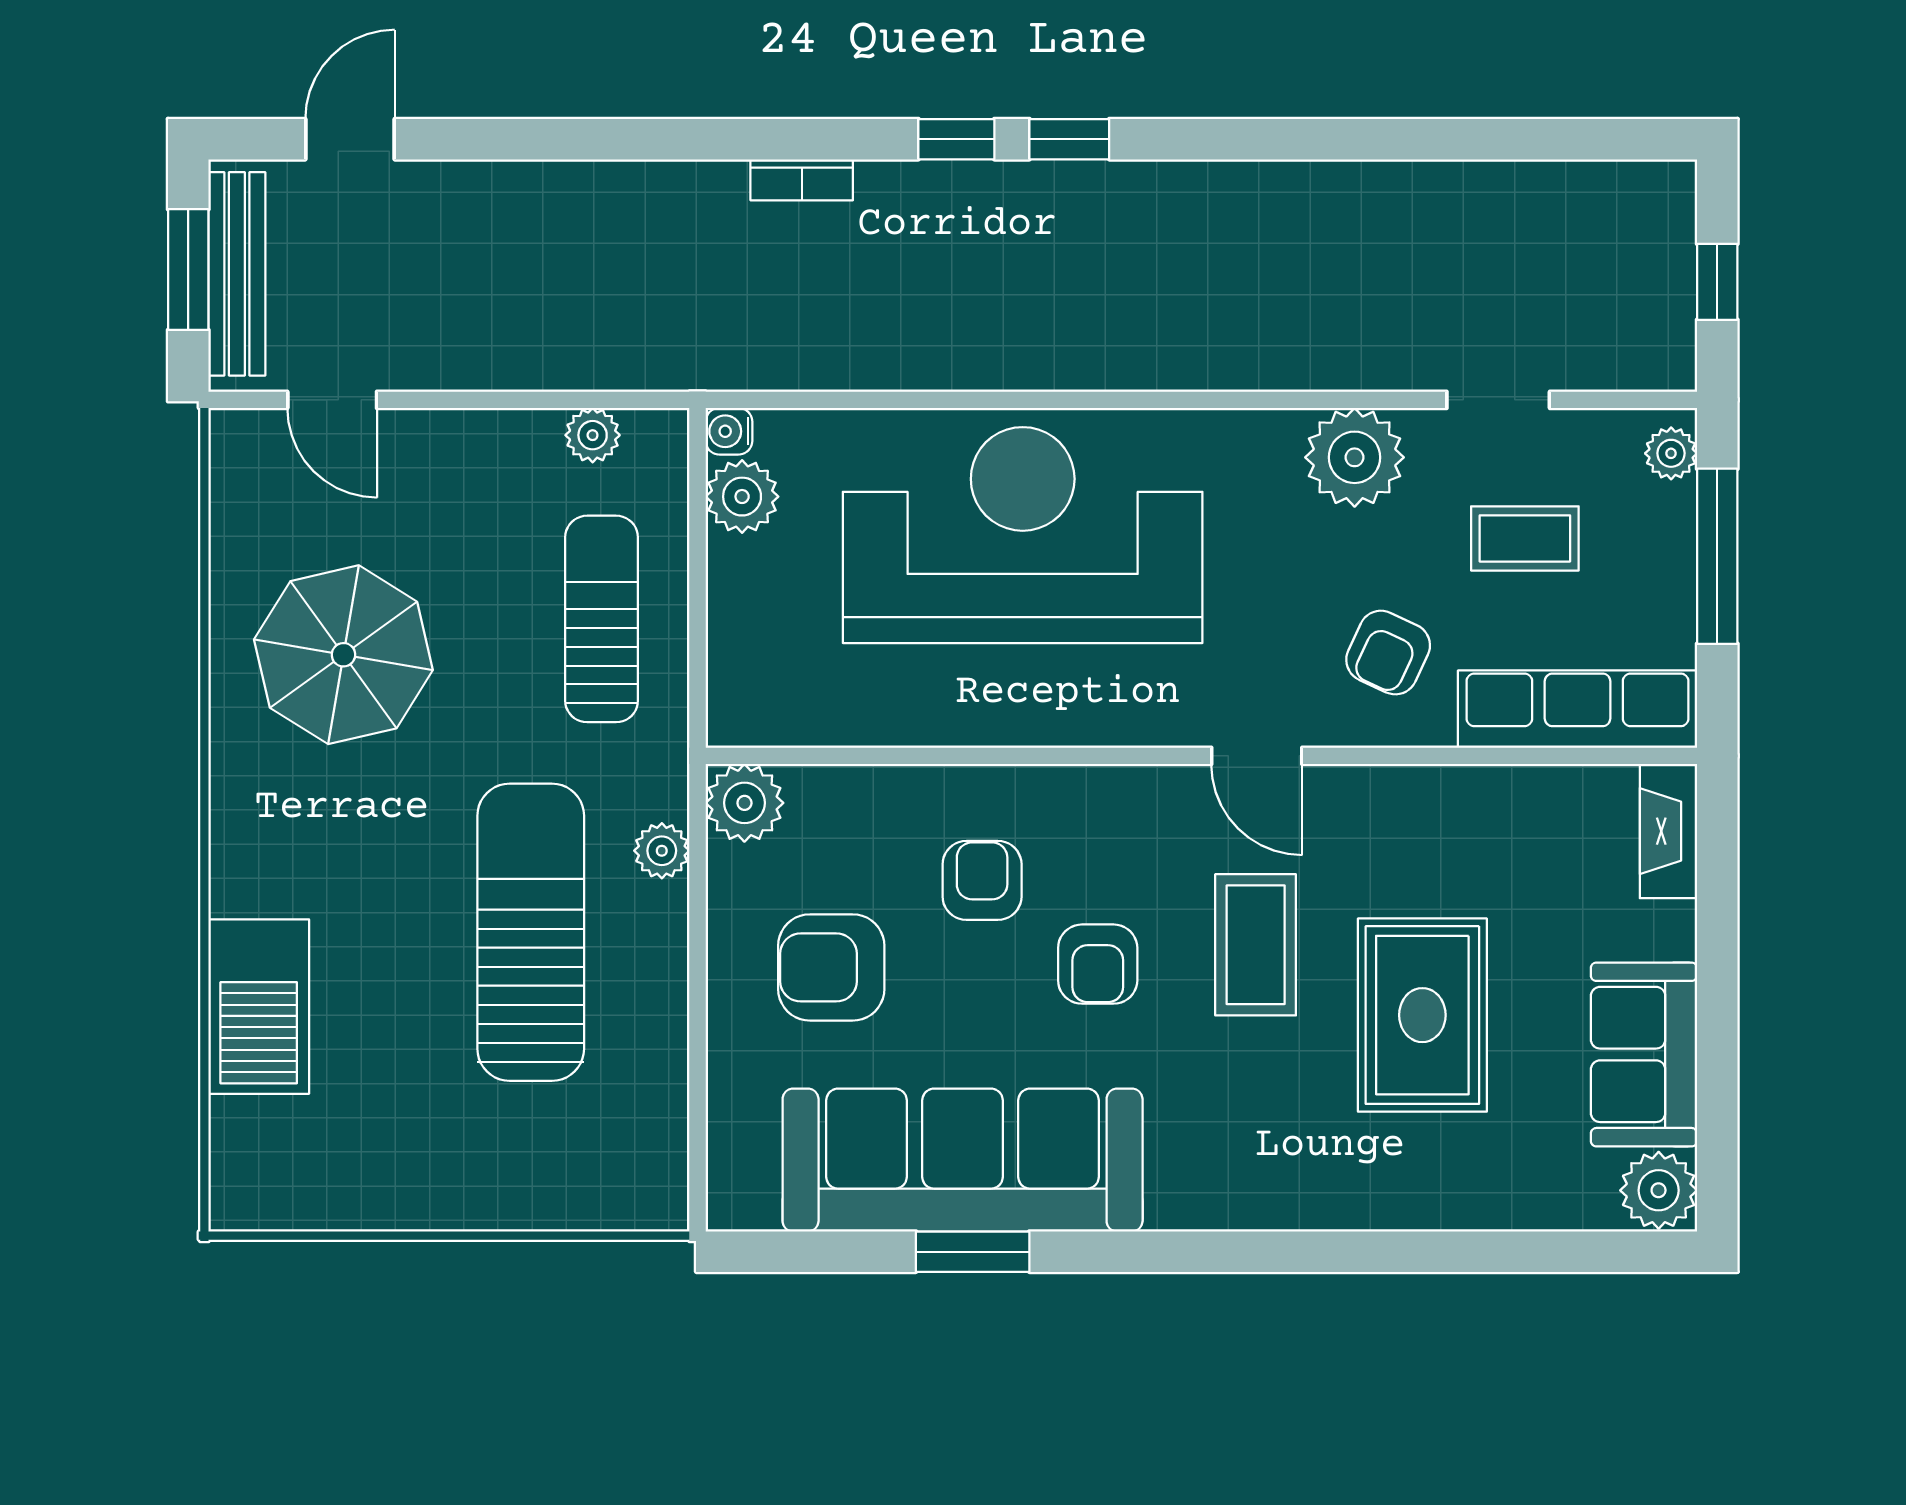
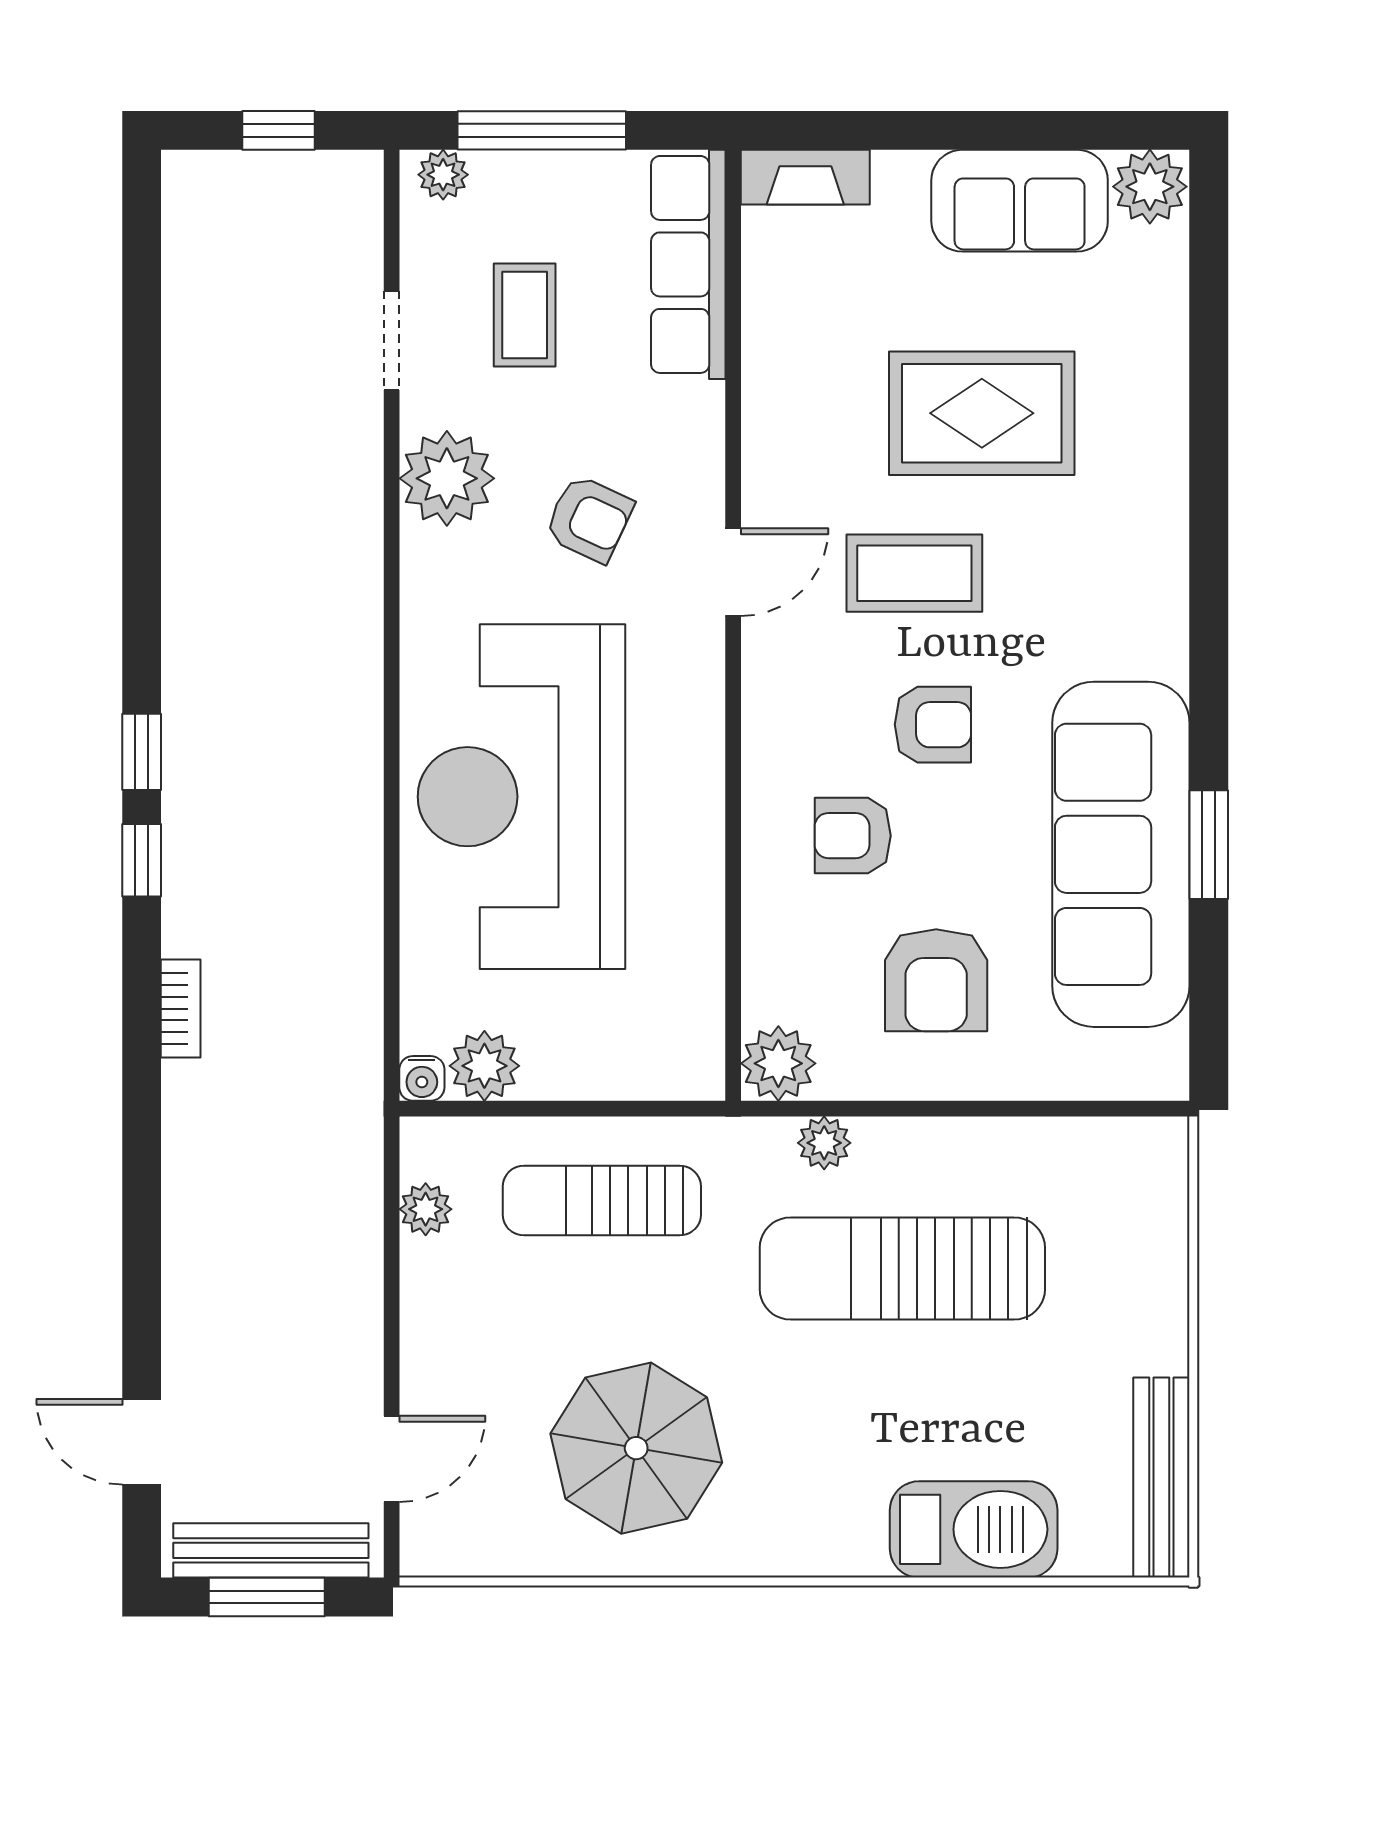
armchair: (1388, 653) -> (589, 519), moved
bench: (313, 1202) -> (1161, 1478), added

